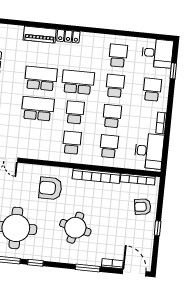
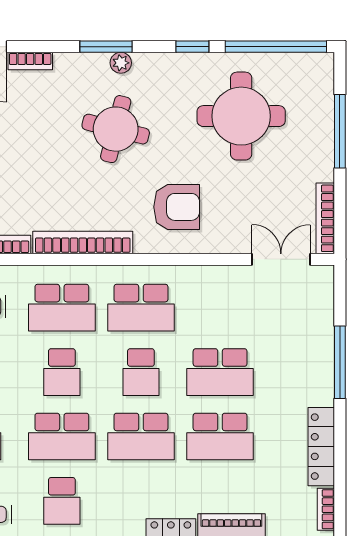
school desk: (115, 86) -> (62, 436), width x1.85
school desk: (72, 143) -> (141, 308), width x1.85
school desk: (109, 146) -> (62, 308), width x1.85
plant: (70, 259) -> (121, 63), added
window: (88, 268) -> (106, 47), moved

